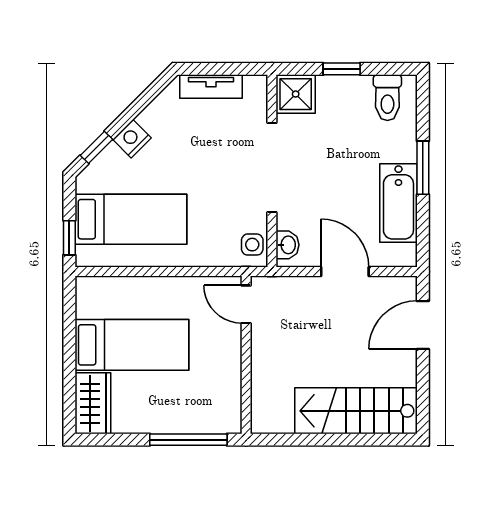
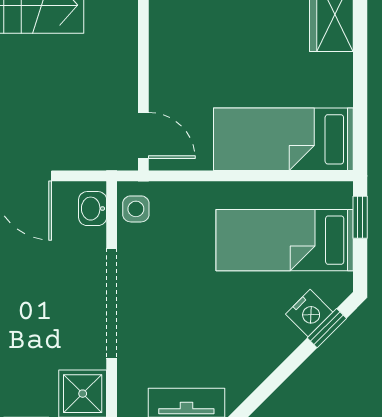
nightstand: (132, 139) -> (309, 313), moved
bed: (132, 345) -> (283, 139), moved

